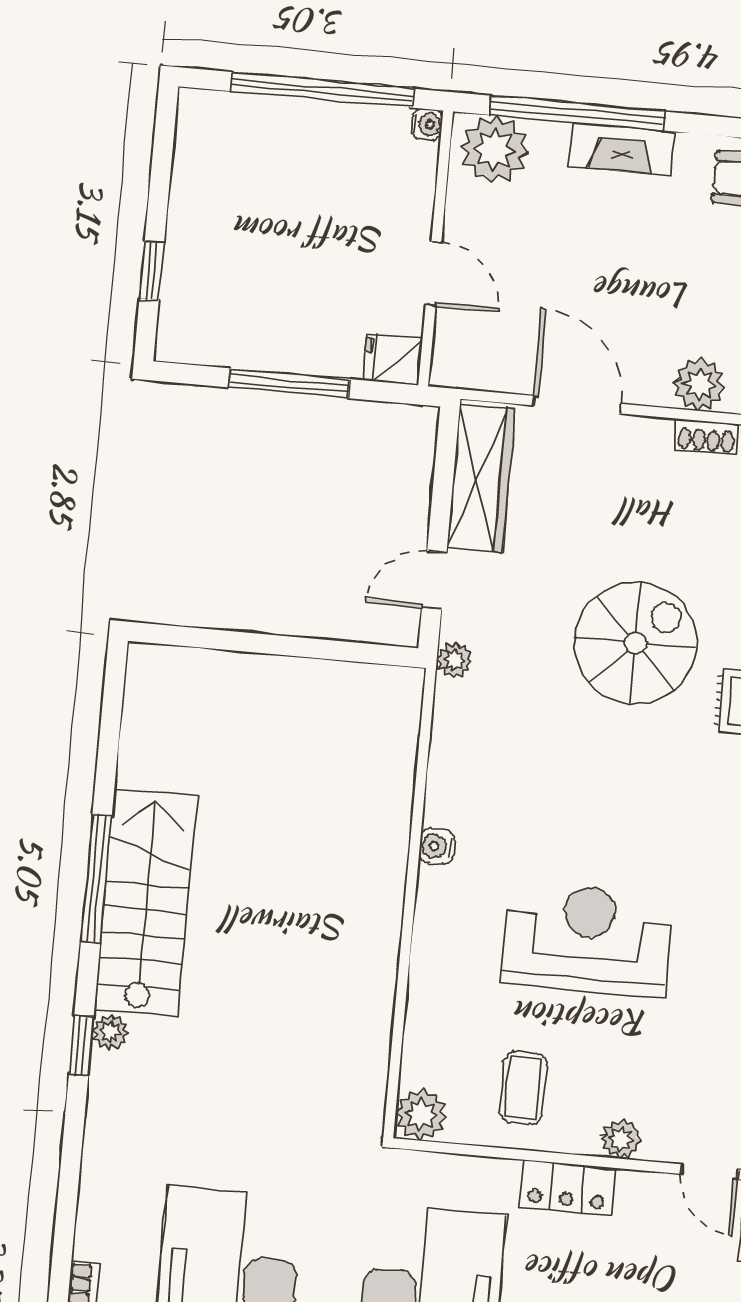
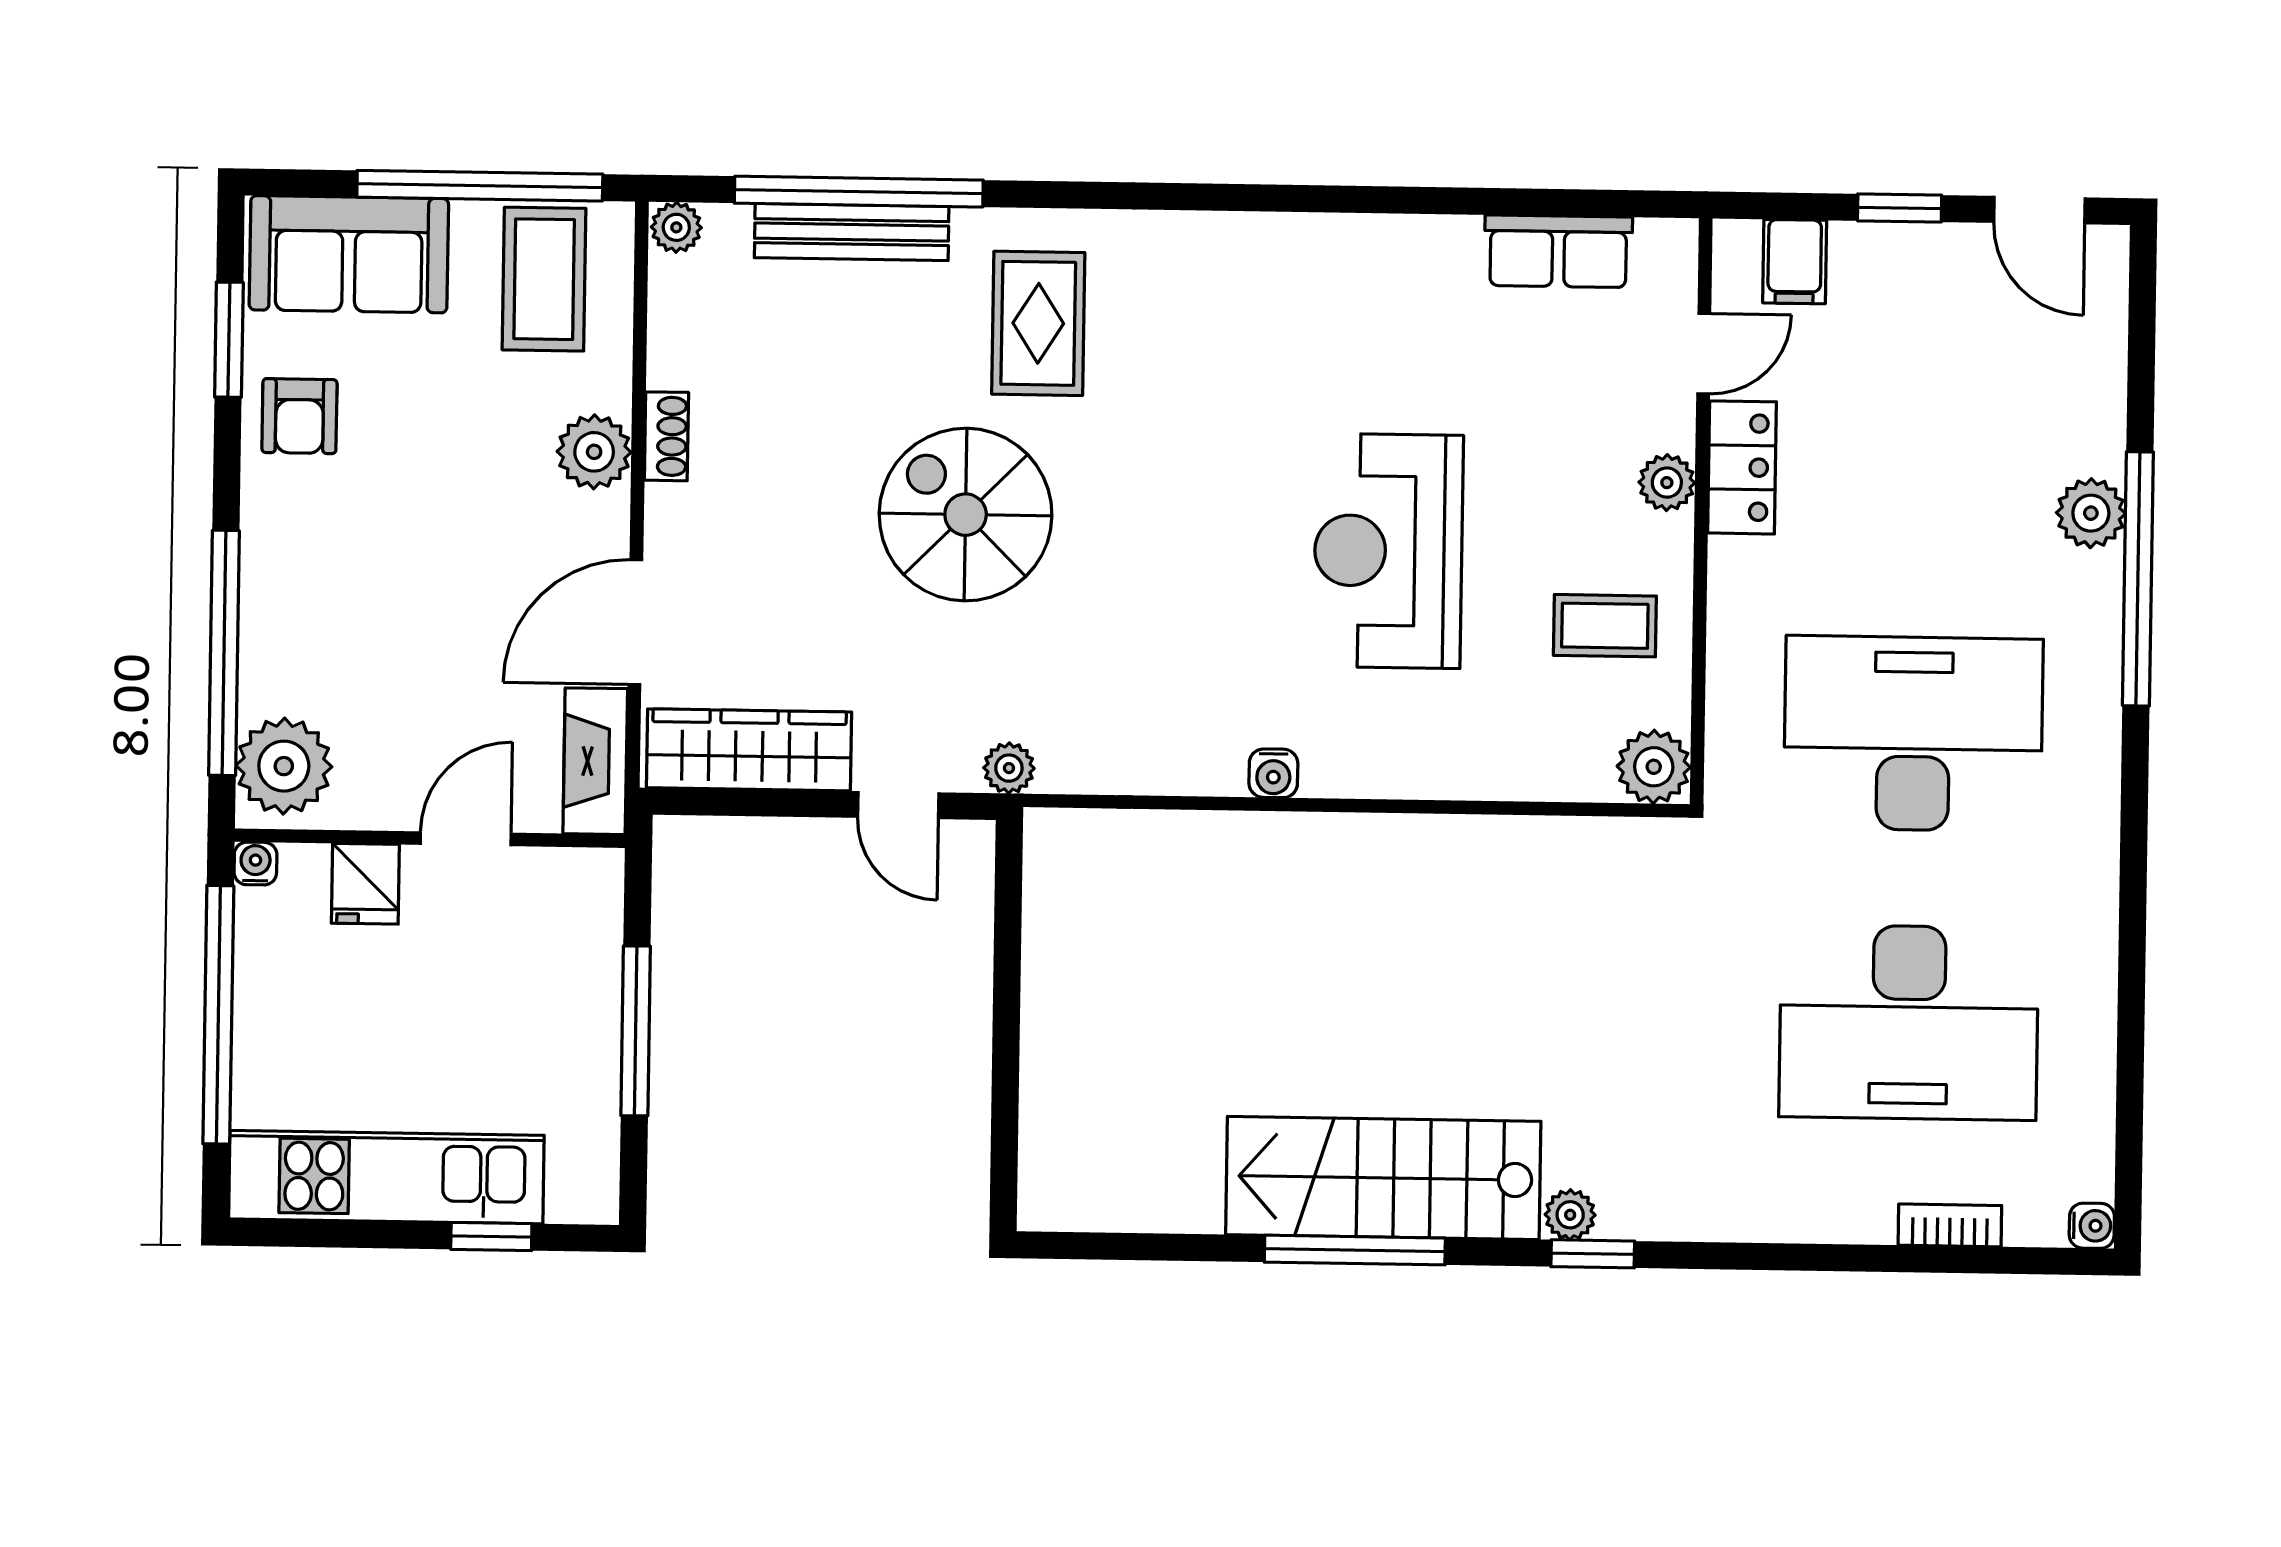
fireplace: (621, 149) -> (595, 761), moved, turned 180
kitchen unit: (199, 200) -> (386, 1177), added
fridge: (393, 359) -> (365, 884), moved
locker: (567, 1187) -> (1742, 467), moved

